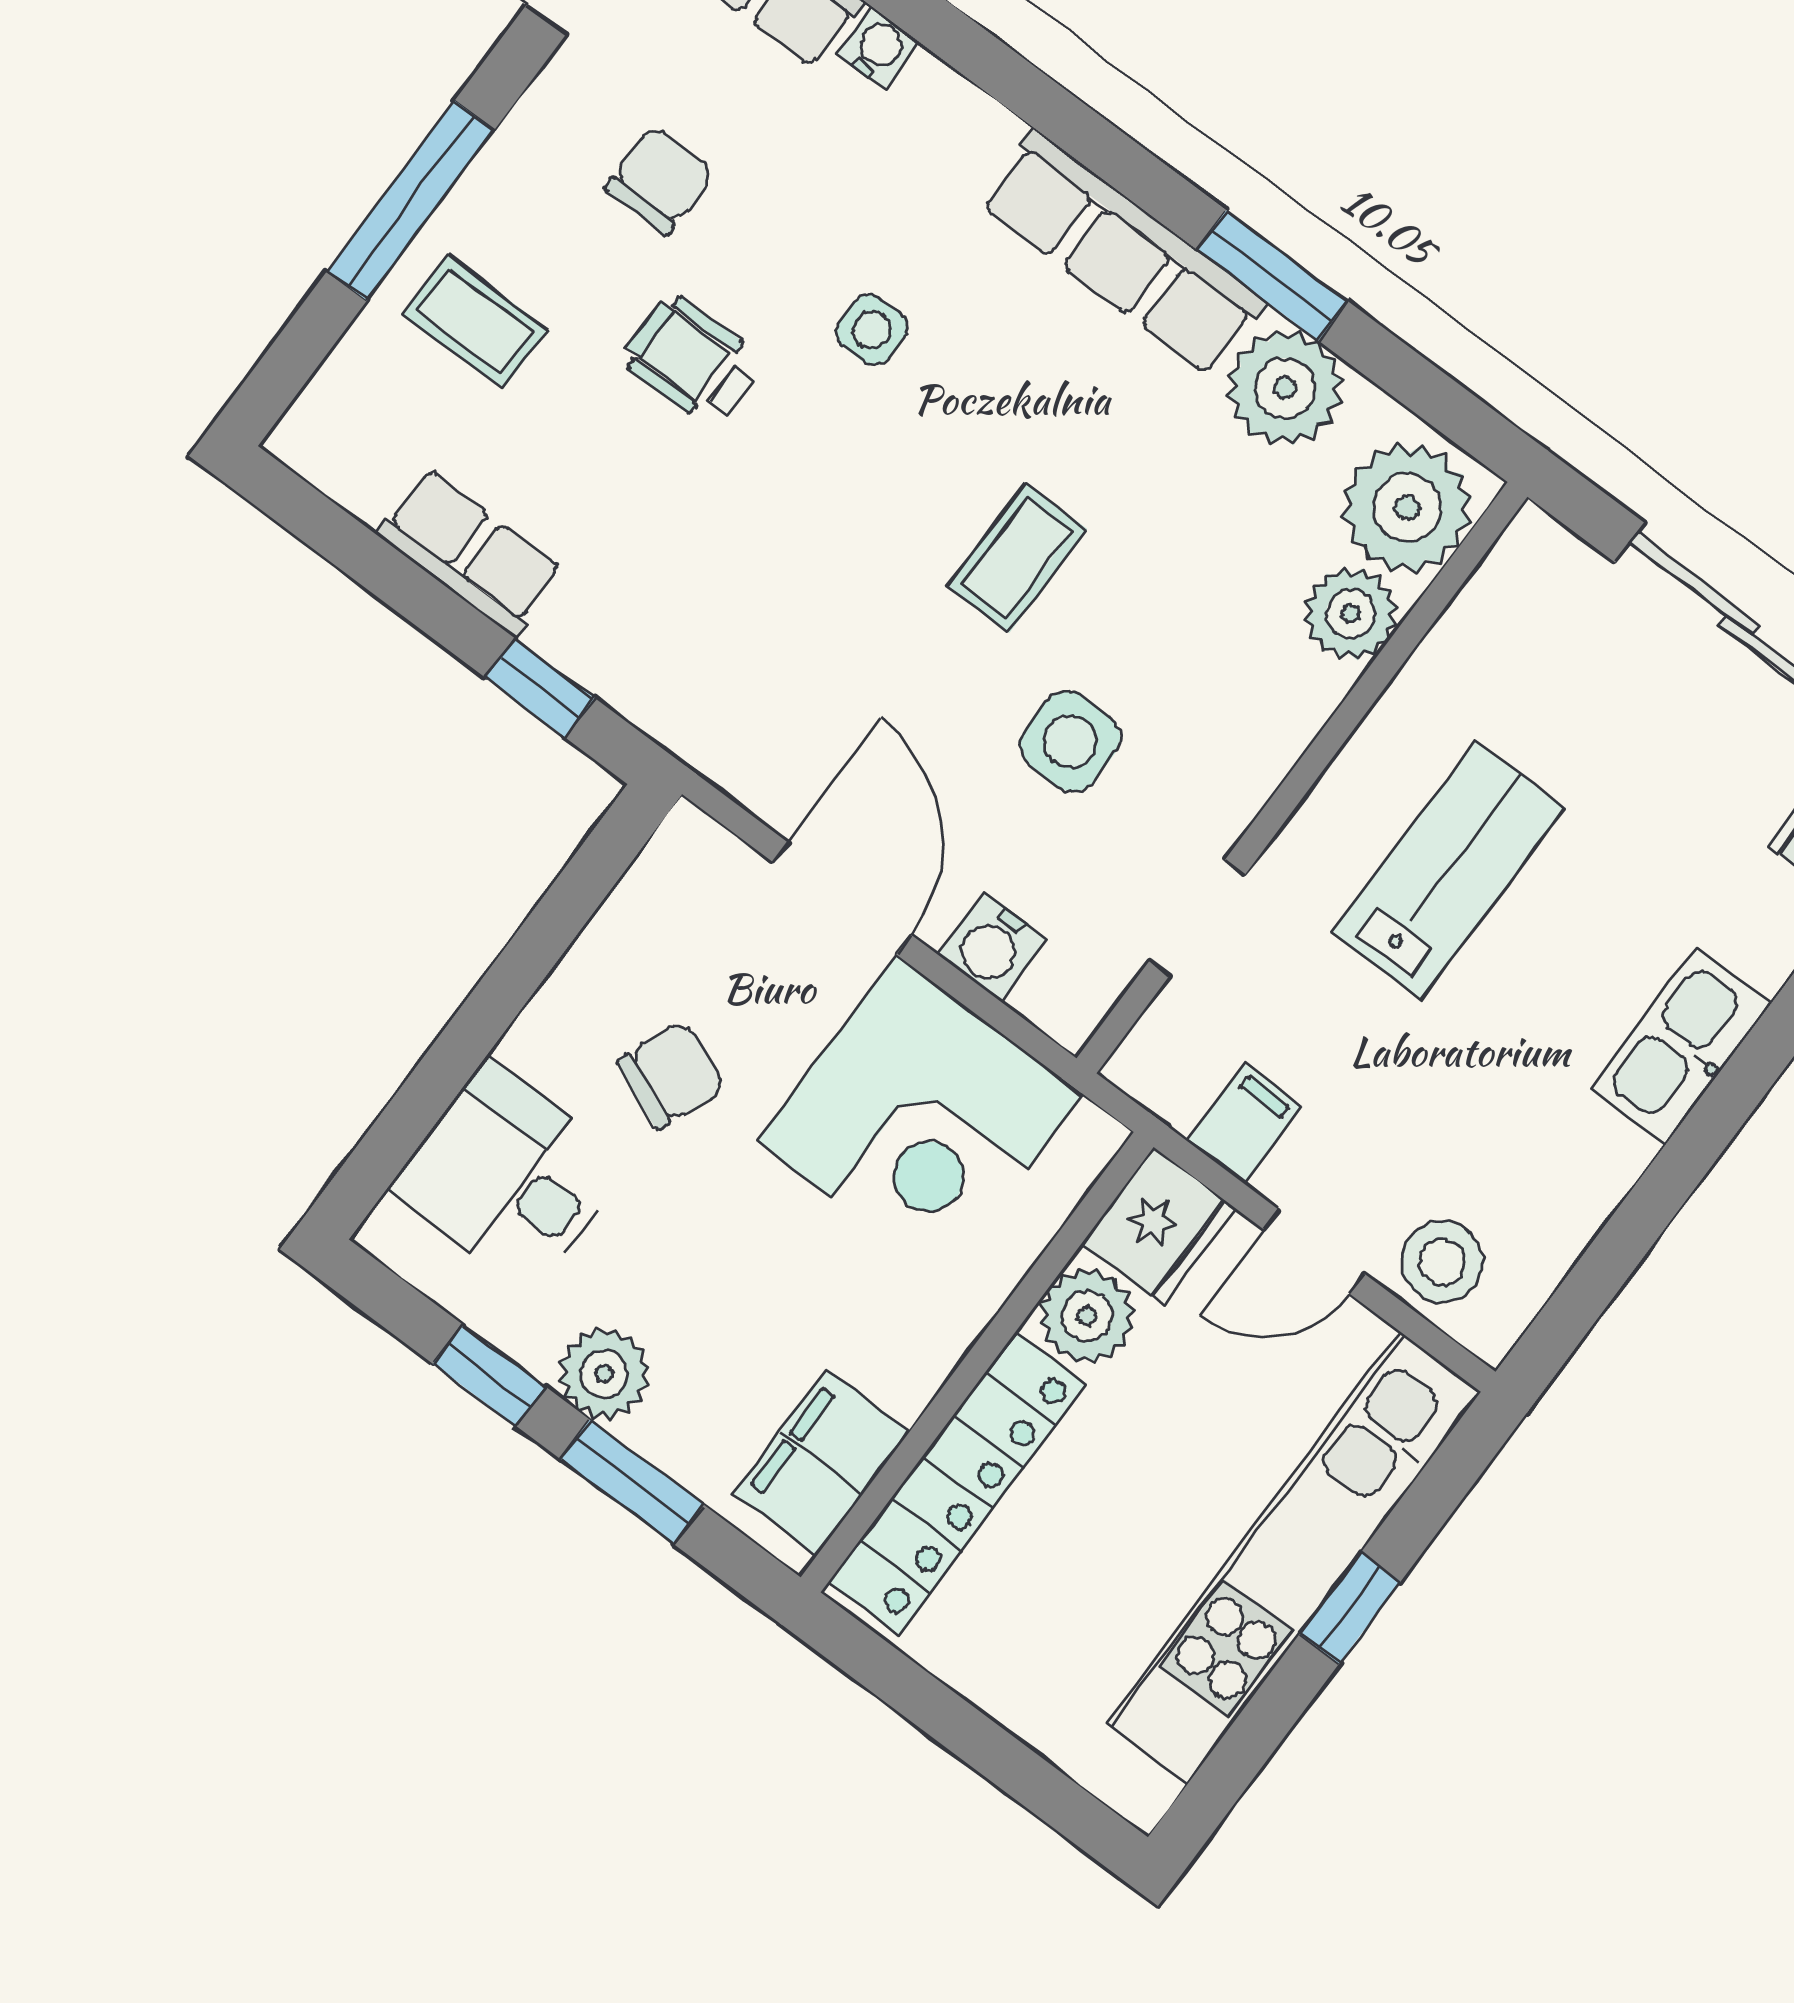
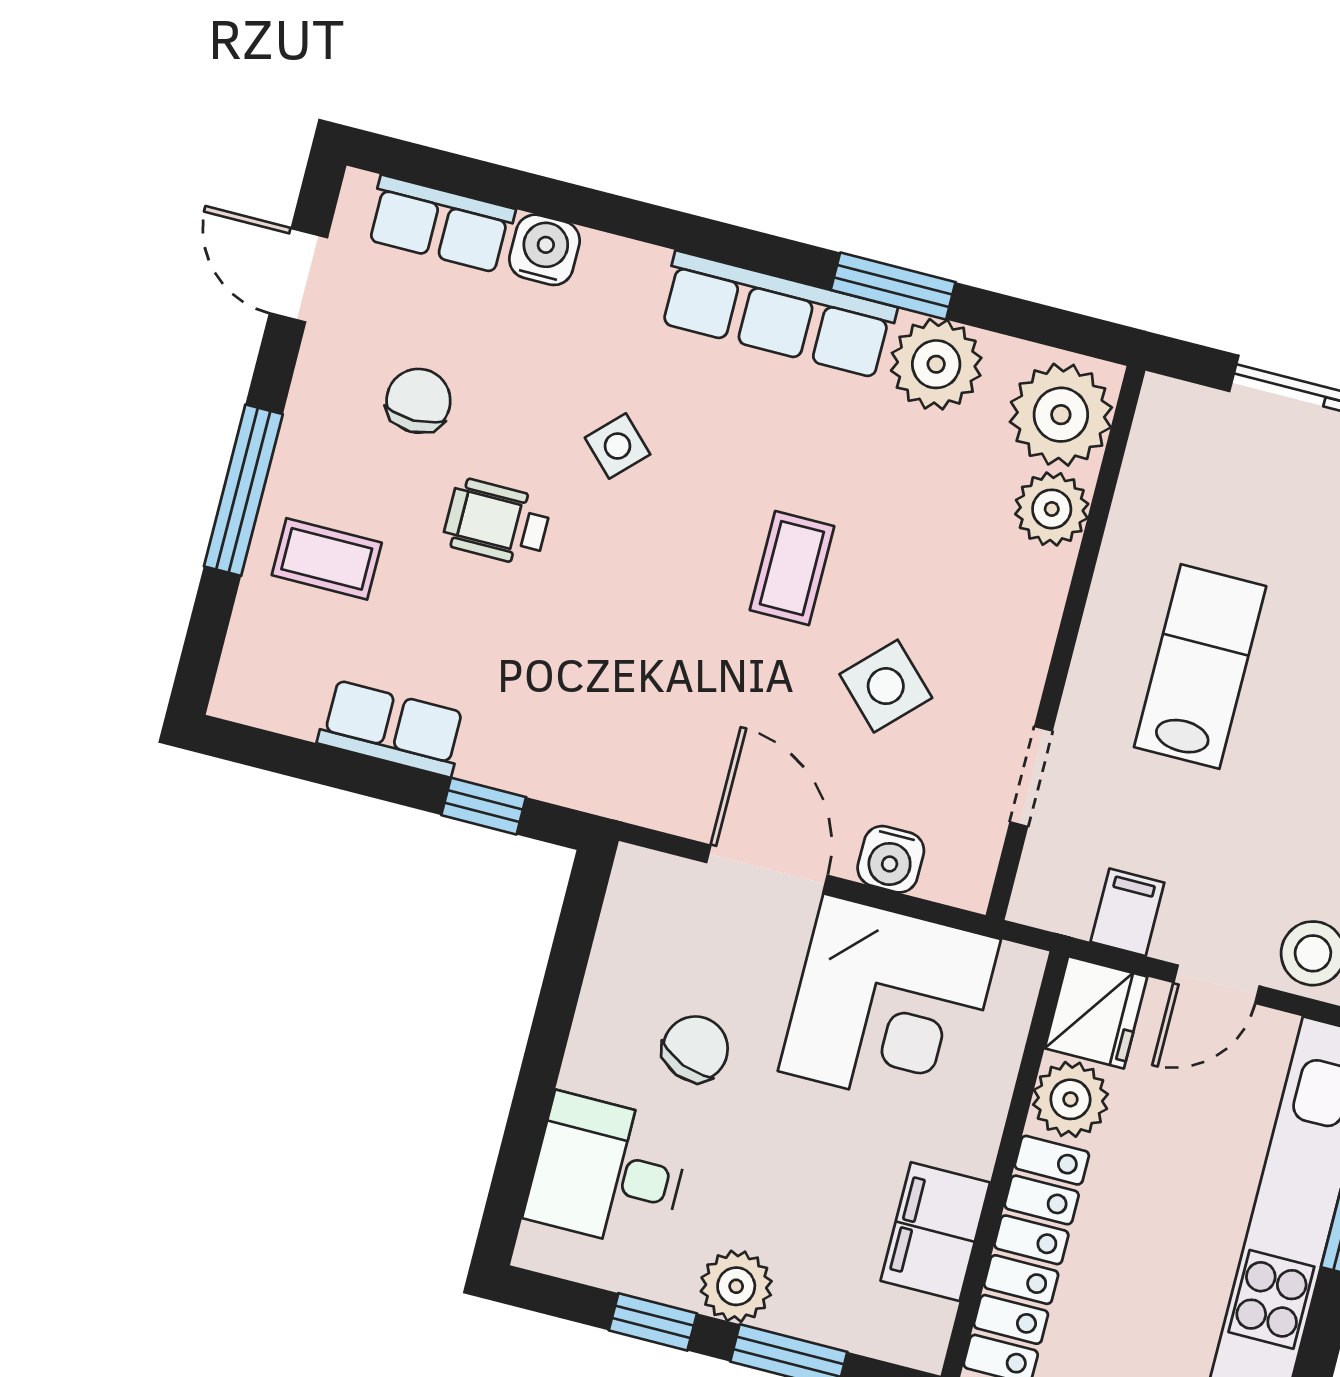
water cooler: (878, 48) -> (544, 250), width x1.38, depth x1.38
side table: (871, 330) -> (618, 446), turned 45
side table: (1070, 741) -> (886, 686), turned 45
filing cabinet: (822, 1462) -> (935, 1232), moved

